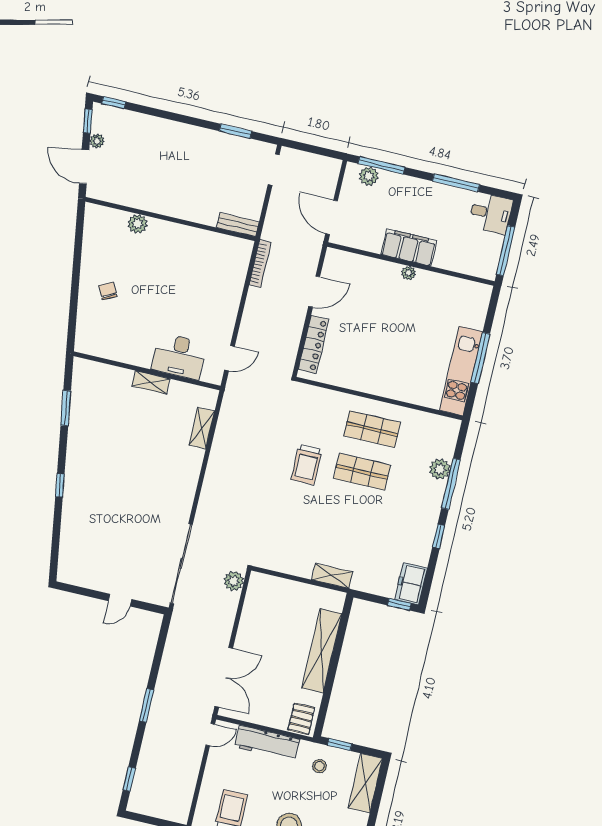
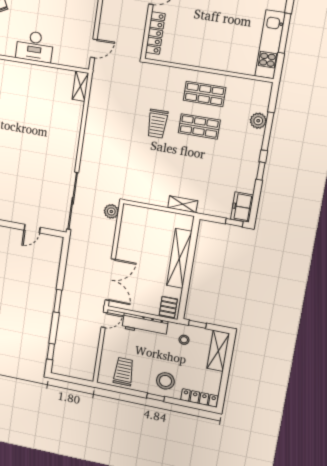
desk: (179, 356) -> (35, 46), moved
shelving: (151, 382) -> (38, 71), removed
shelving: (202, 428) -> (80, 86), moved

